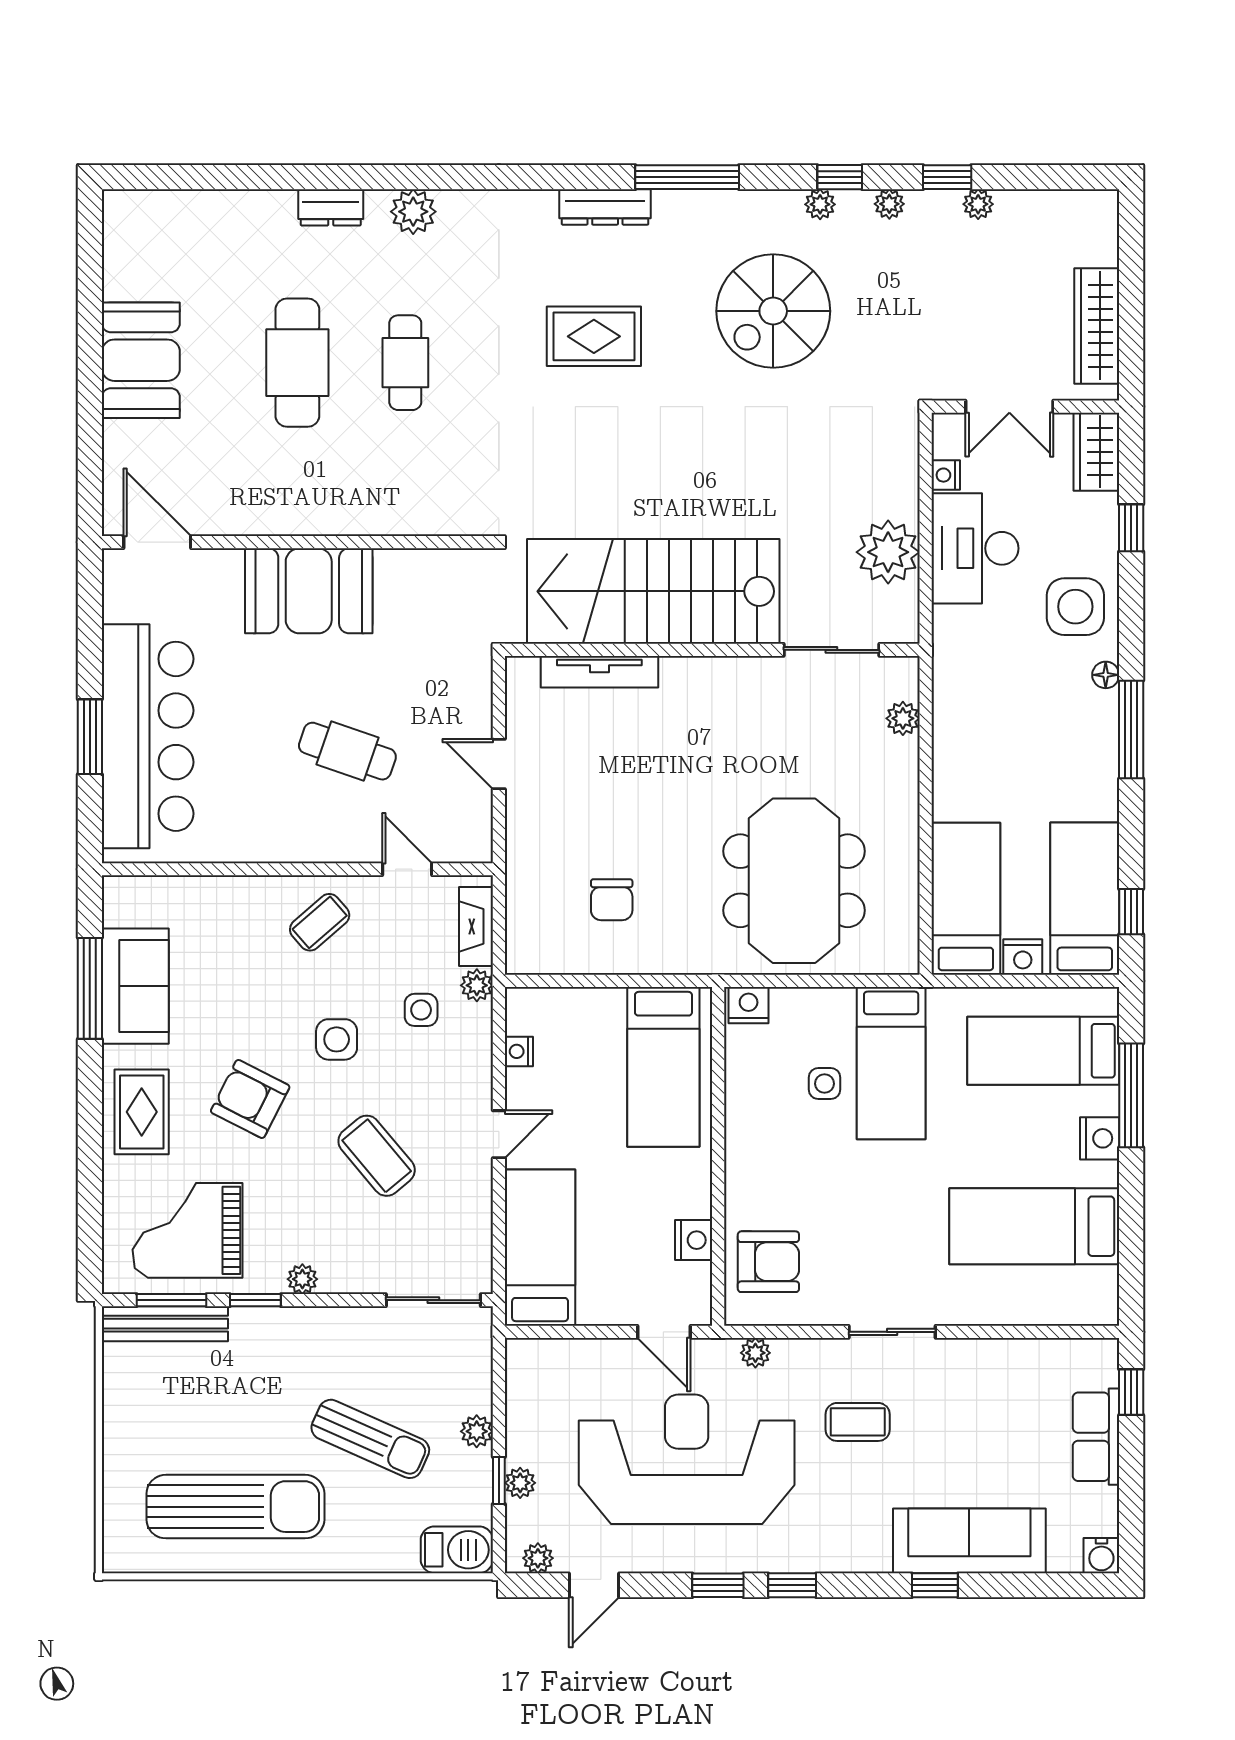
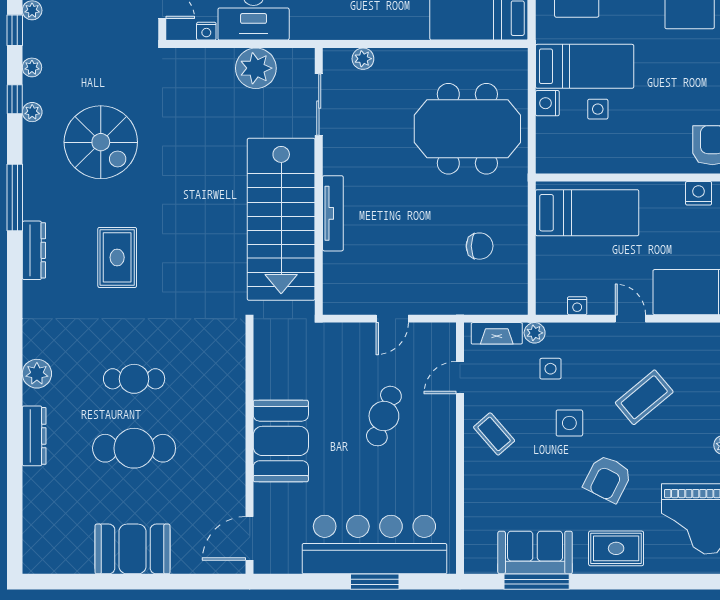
dresser: (331, 207) -> (34, 436), width x1.44
tv unit: (599, 672) -> (333, 213), moved
nightstand: (749, 1005) -> (547, 103), moved

